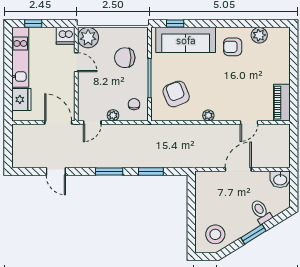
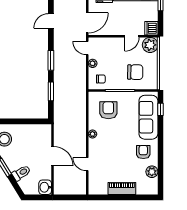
chair: (125, 58) -> (135, 72), turned 91
armchair: (176, 94) -> (108, 110), turned -68
piano: (282, 103) -> (122, 189), moved

